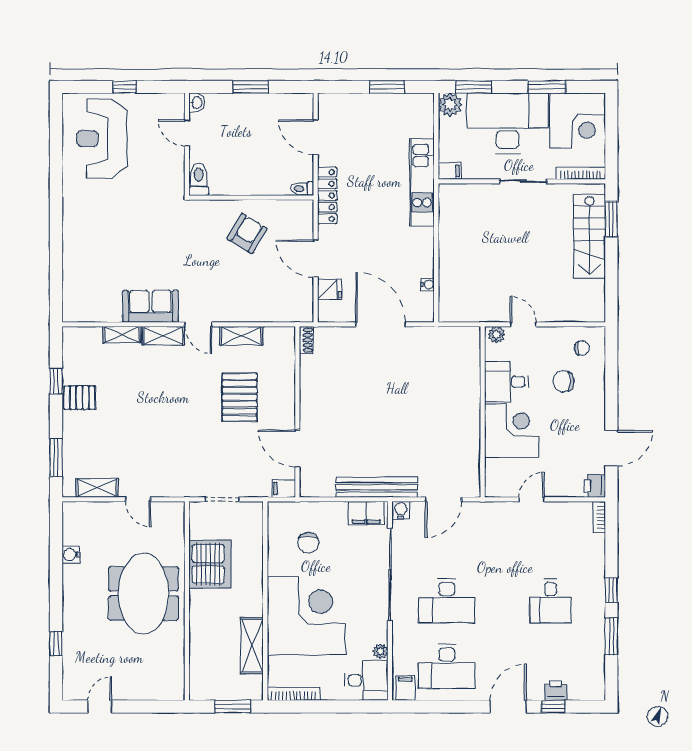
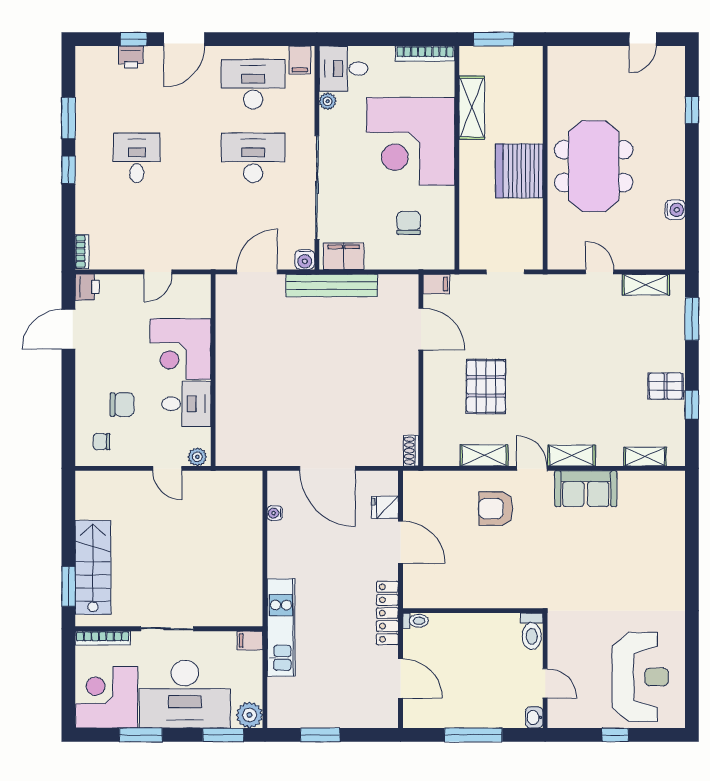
window: (251, 87) -> (473, 735), width x1.44
armchair: (247, 233) -> (496, 509), moved, turned 59
shelving: (122, 335) -> (645, 457), moved
server rack: (210, 564) -> (519, 171), moved

